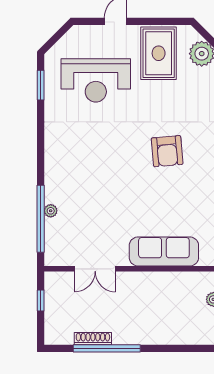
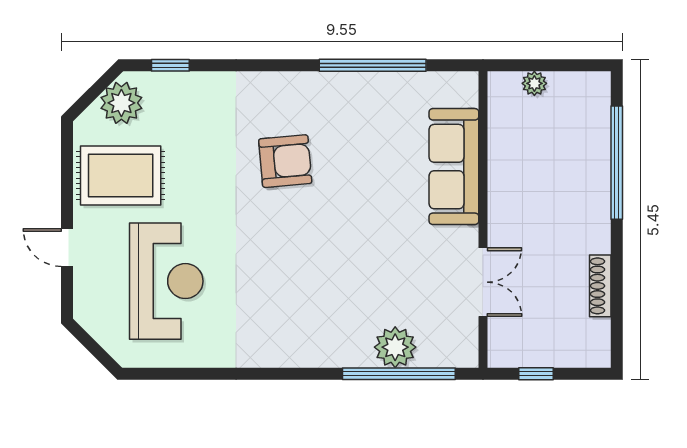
window: (41, 85) -> (174, 374), removed
plant: (51, 211) -> (395, 347), width x1.88, depth x1.88
window: (107, 348) -> (617, 163), moved

